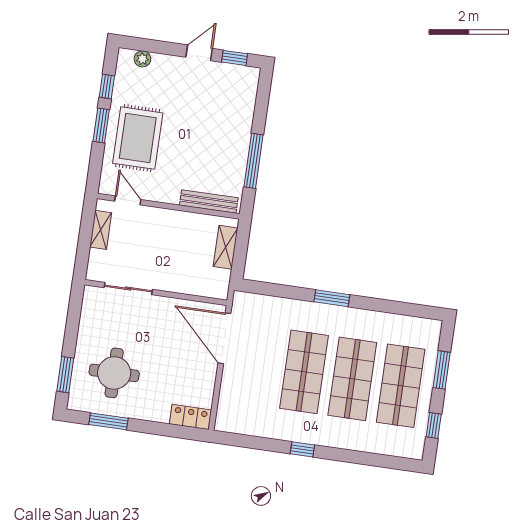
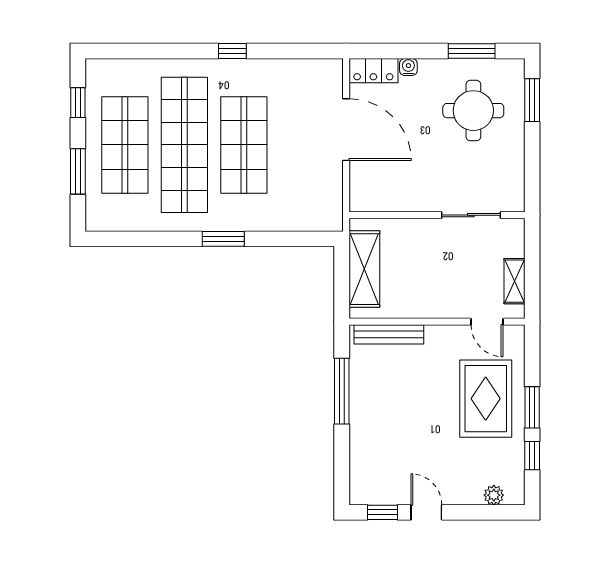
door: (199, 53) -> (426, 512), swing flipped
shelving: (226, 247) -> (364, 269), width x1.50, depth x1.33
door: (224, 338) -> (346, 130), moved
shop shelf: (352, 379) -> (184, 145), width x1.40
water cooler: (162, 416) -> (408, 67), added

